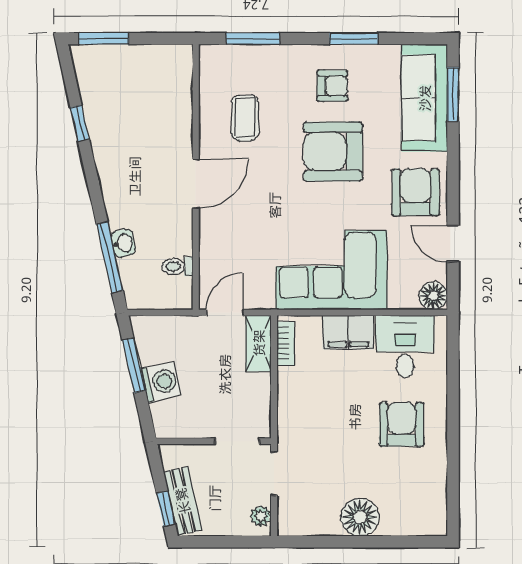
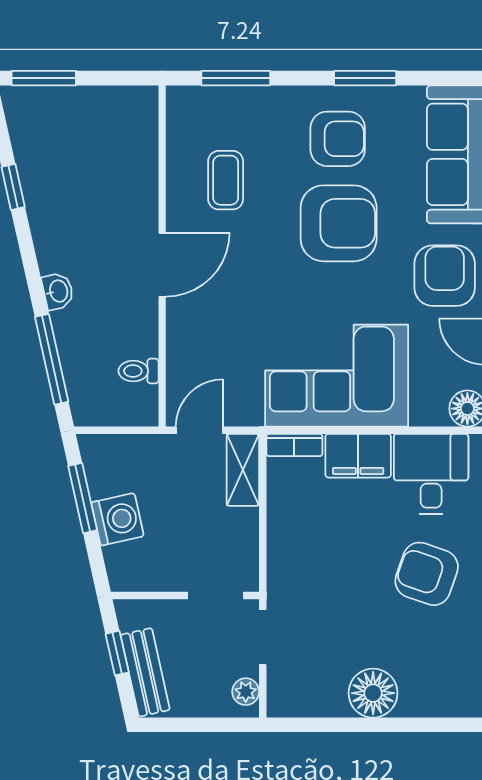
armchair: (332, 86) -> (338, 139), width x1.38, depth x1.38
armchair: (333, 152) -> (339, 223), turned 180
washbasin: (123, 243) -> (58, 291), moved
bookcase: (286, 344) -> (294, 445), moved, turned 90
armchair: (402, 424) -> (427, 574), turned -71
window: (166, 509) -> (117, 653), moved

